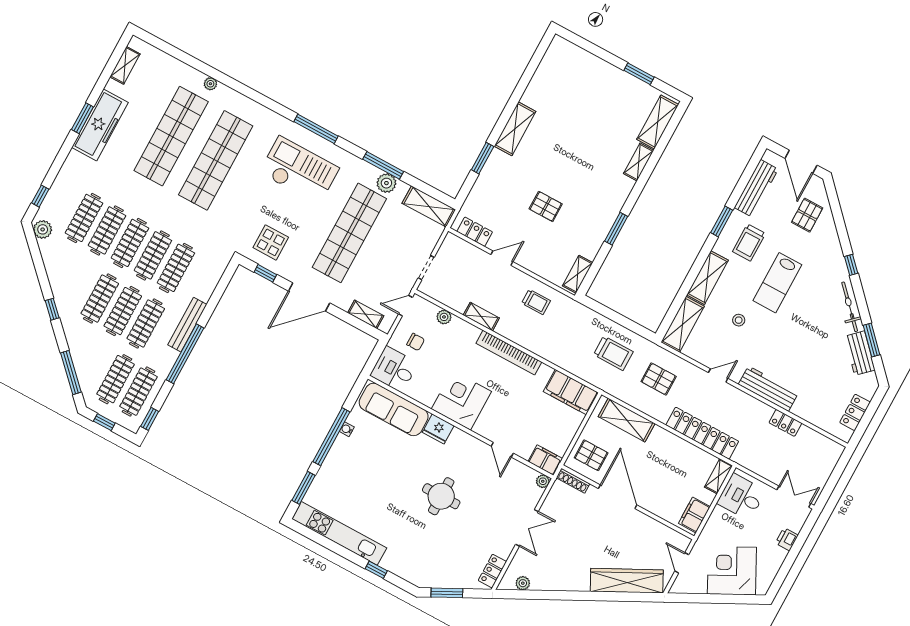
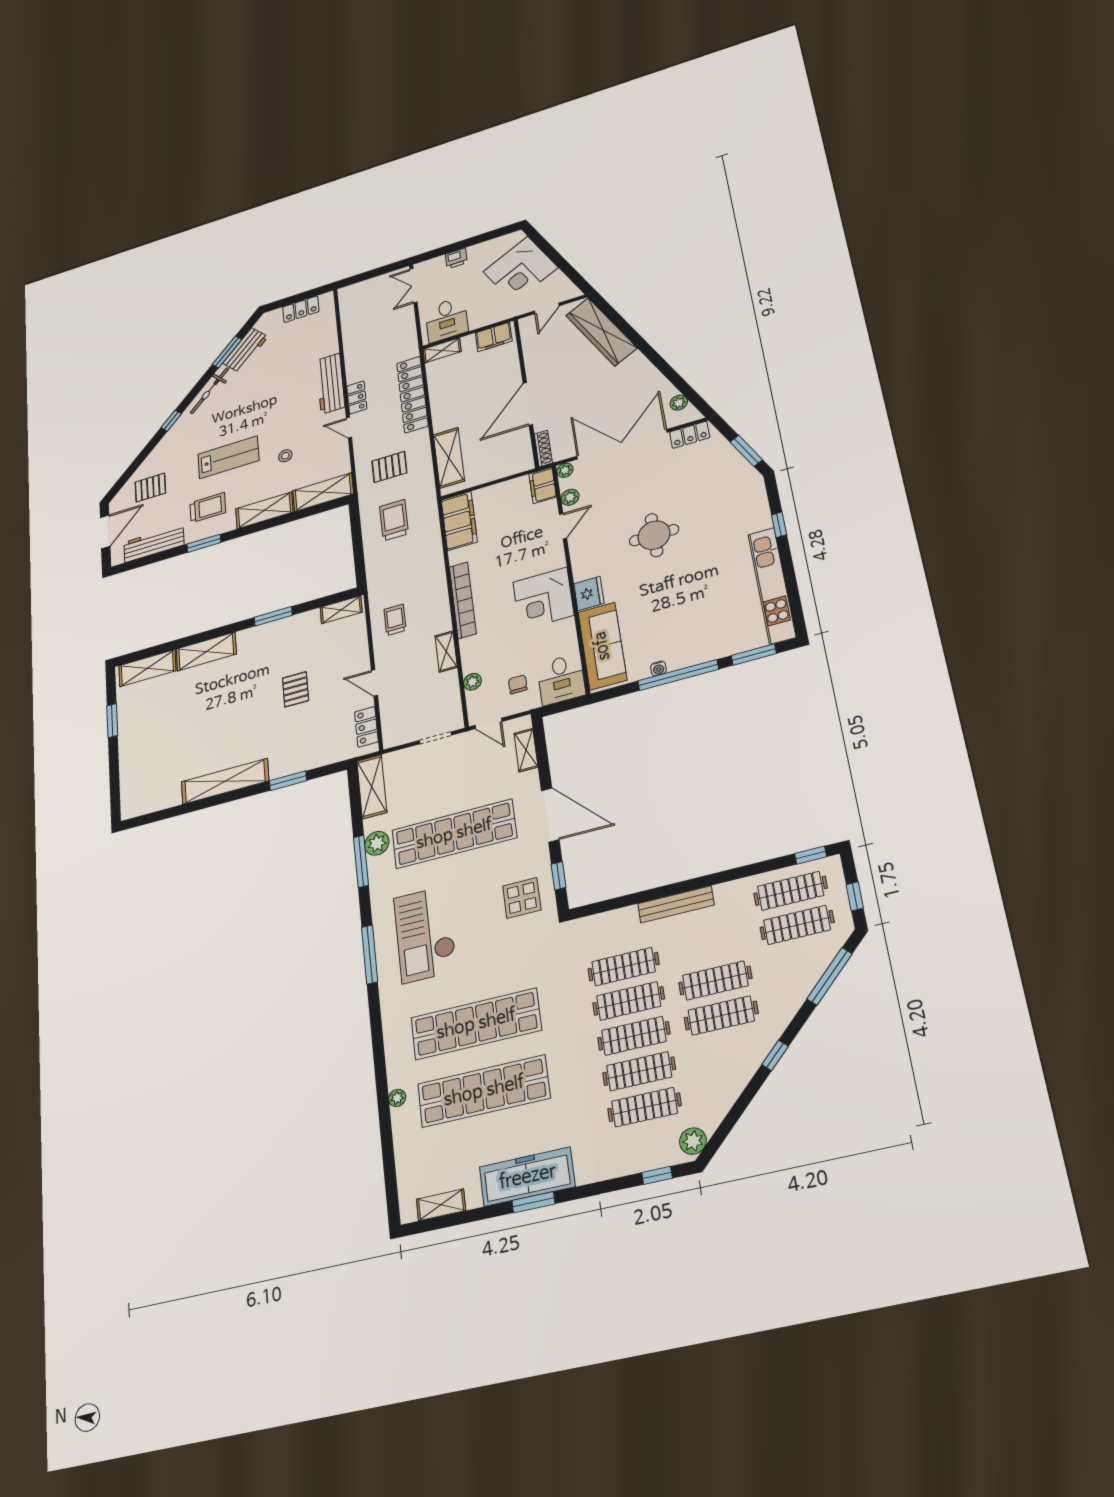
shelving: (515, 129) -> (225, 781), width x1.47
shelving: (639, 162) -> (206, 652), width x1.50, depth x1.33
clothes rail: (146, 324) -> (709, 946), removed
window: (185, 354) -> (709, 880), removed
pallet: (659, 379) -> (389, 467), turned 90
locker: (785, 423) -> (357, 397), moved
pallet: (591, 455) -> (506, 456), removed
plant: (519, 469) -> (570, 497), added
double door: (527, 528) -> (622, 444), width x1.87

